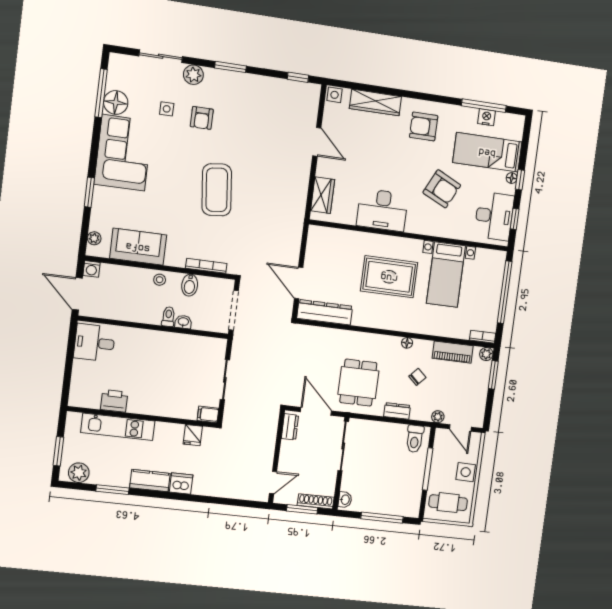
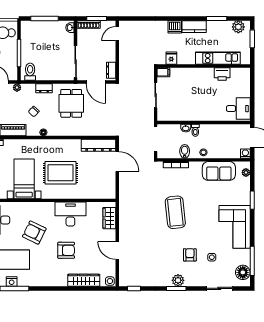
plant: (193, 75) -> (178, 280), moved
floor lamp: (116, 102) -> (243, 272), moved
armchair: (424, 126) -> (66, 250), moved

